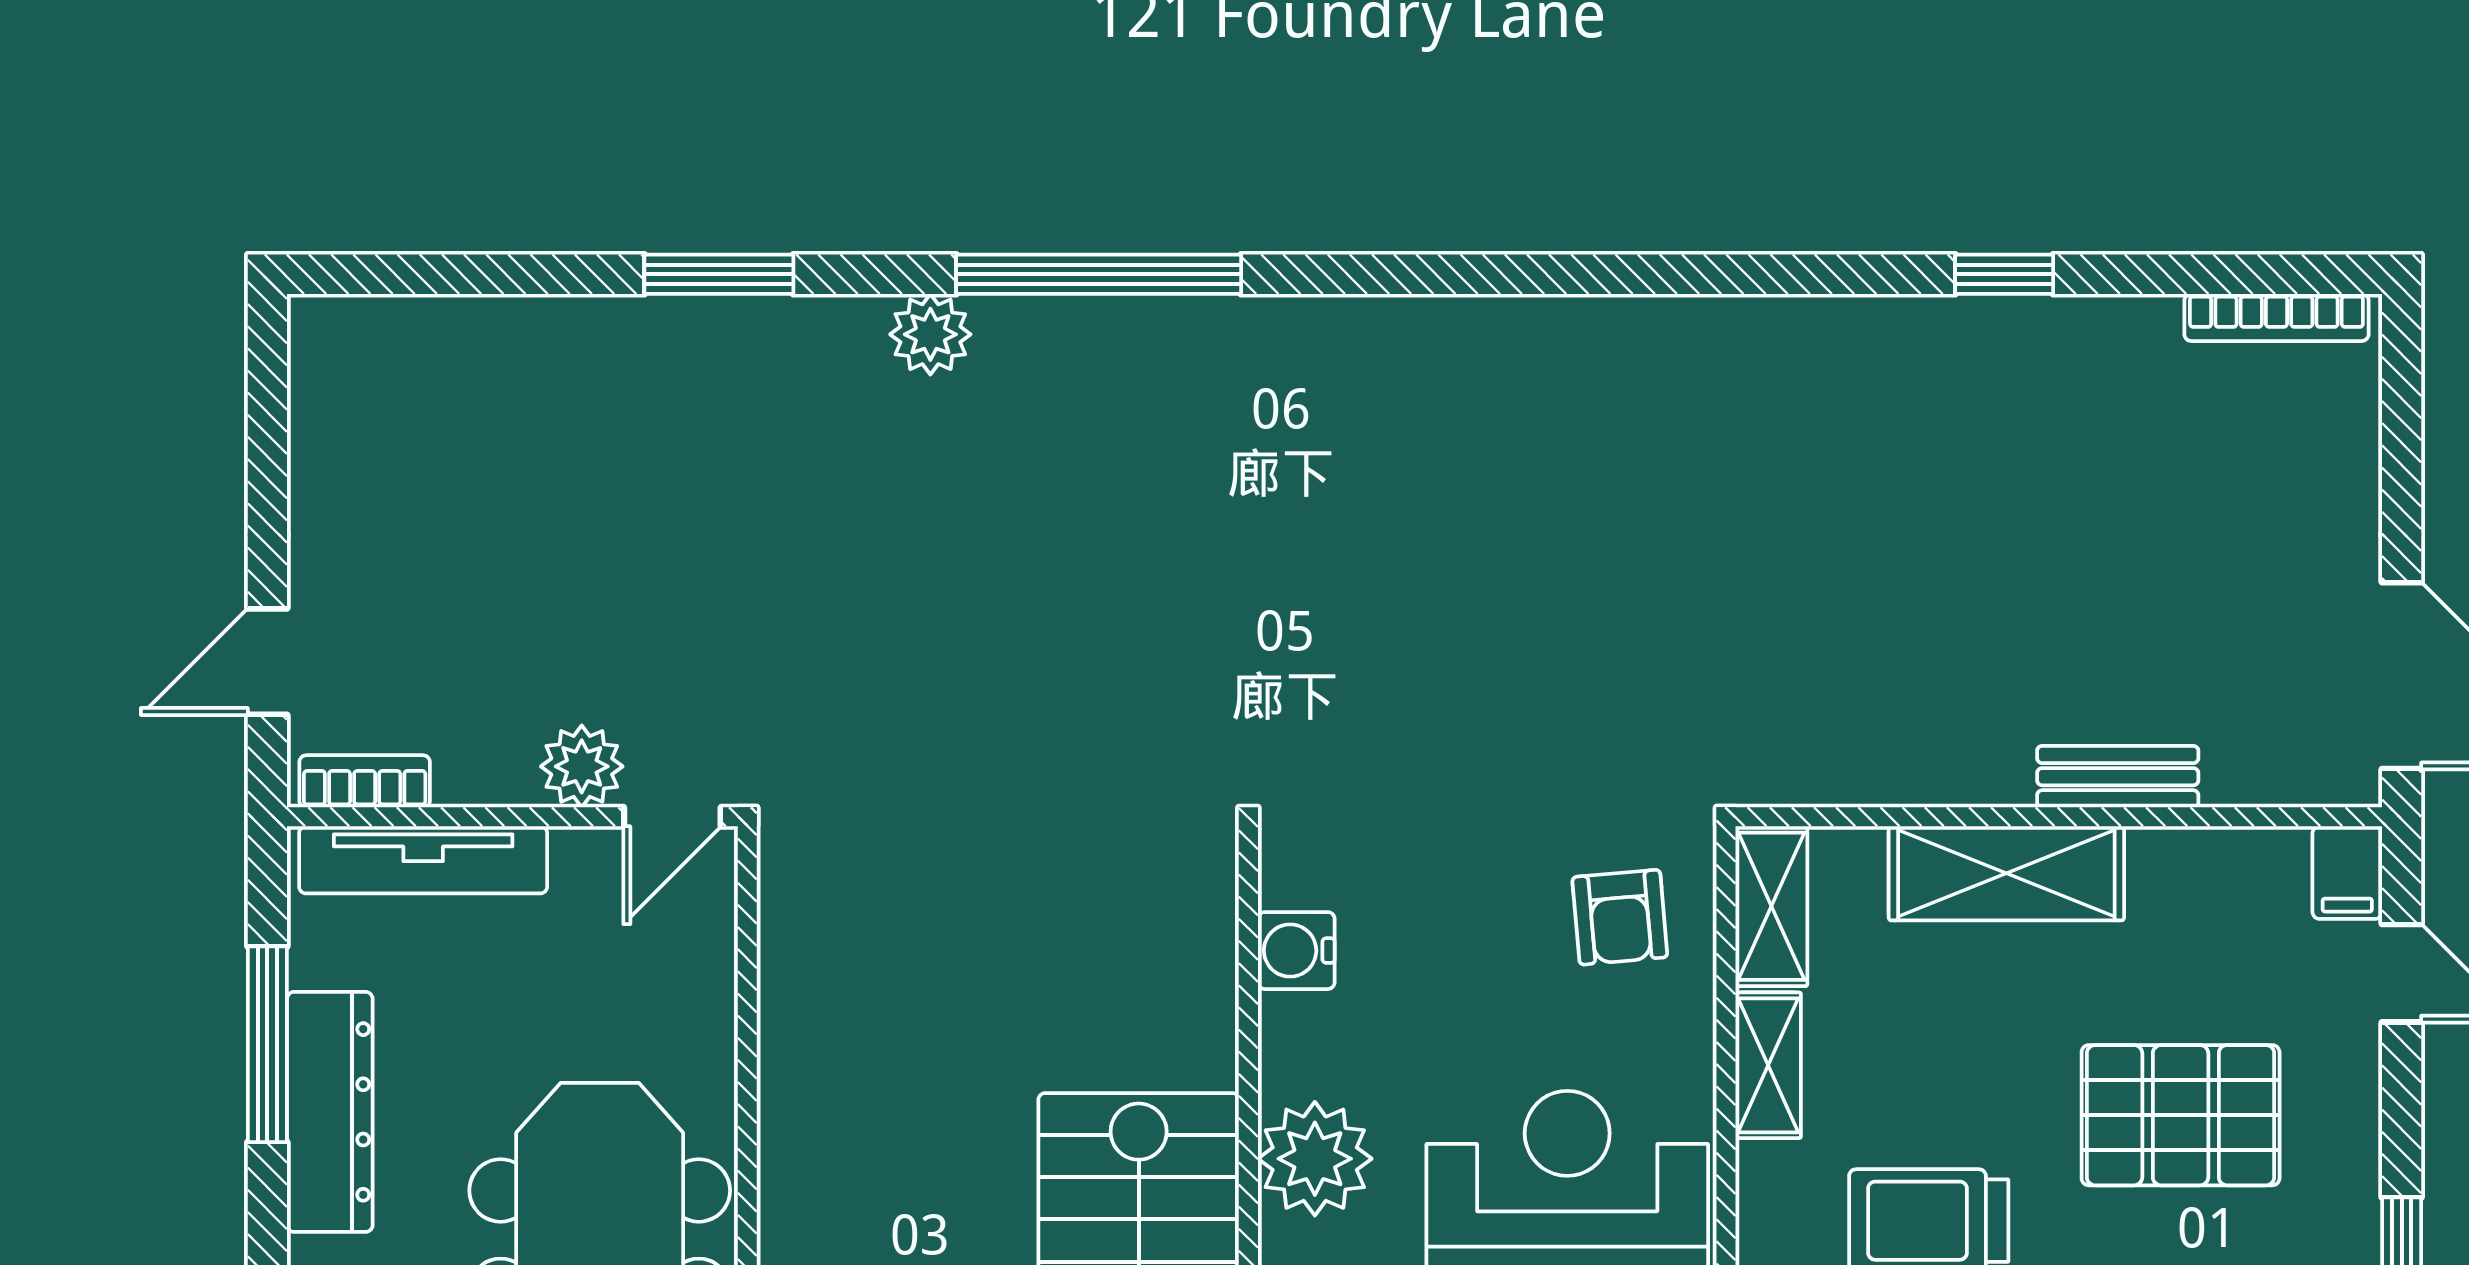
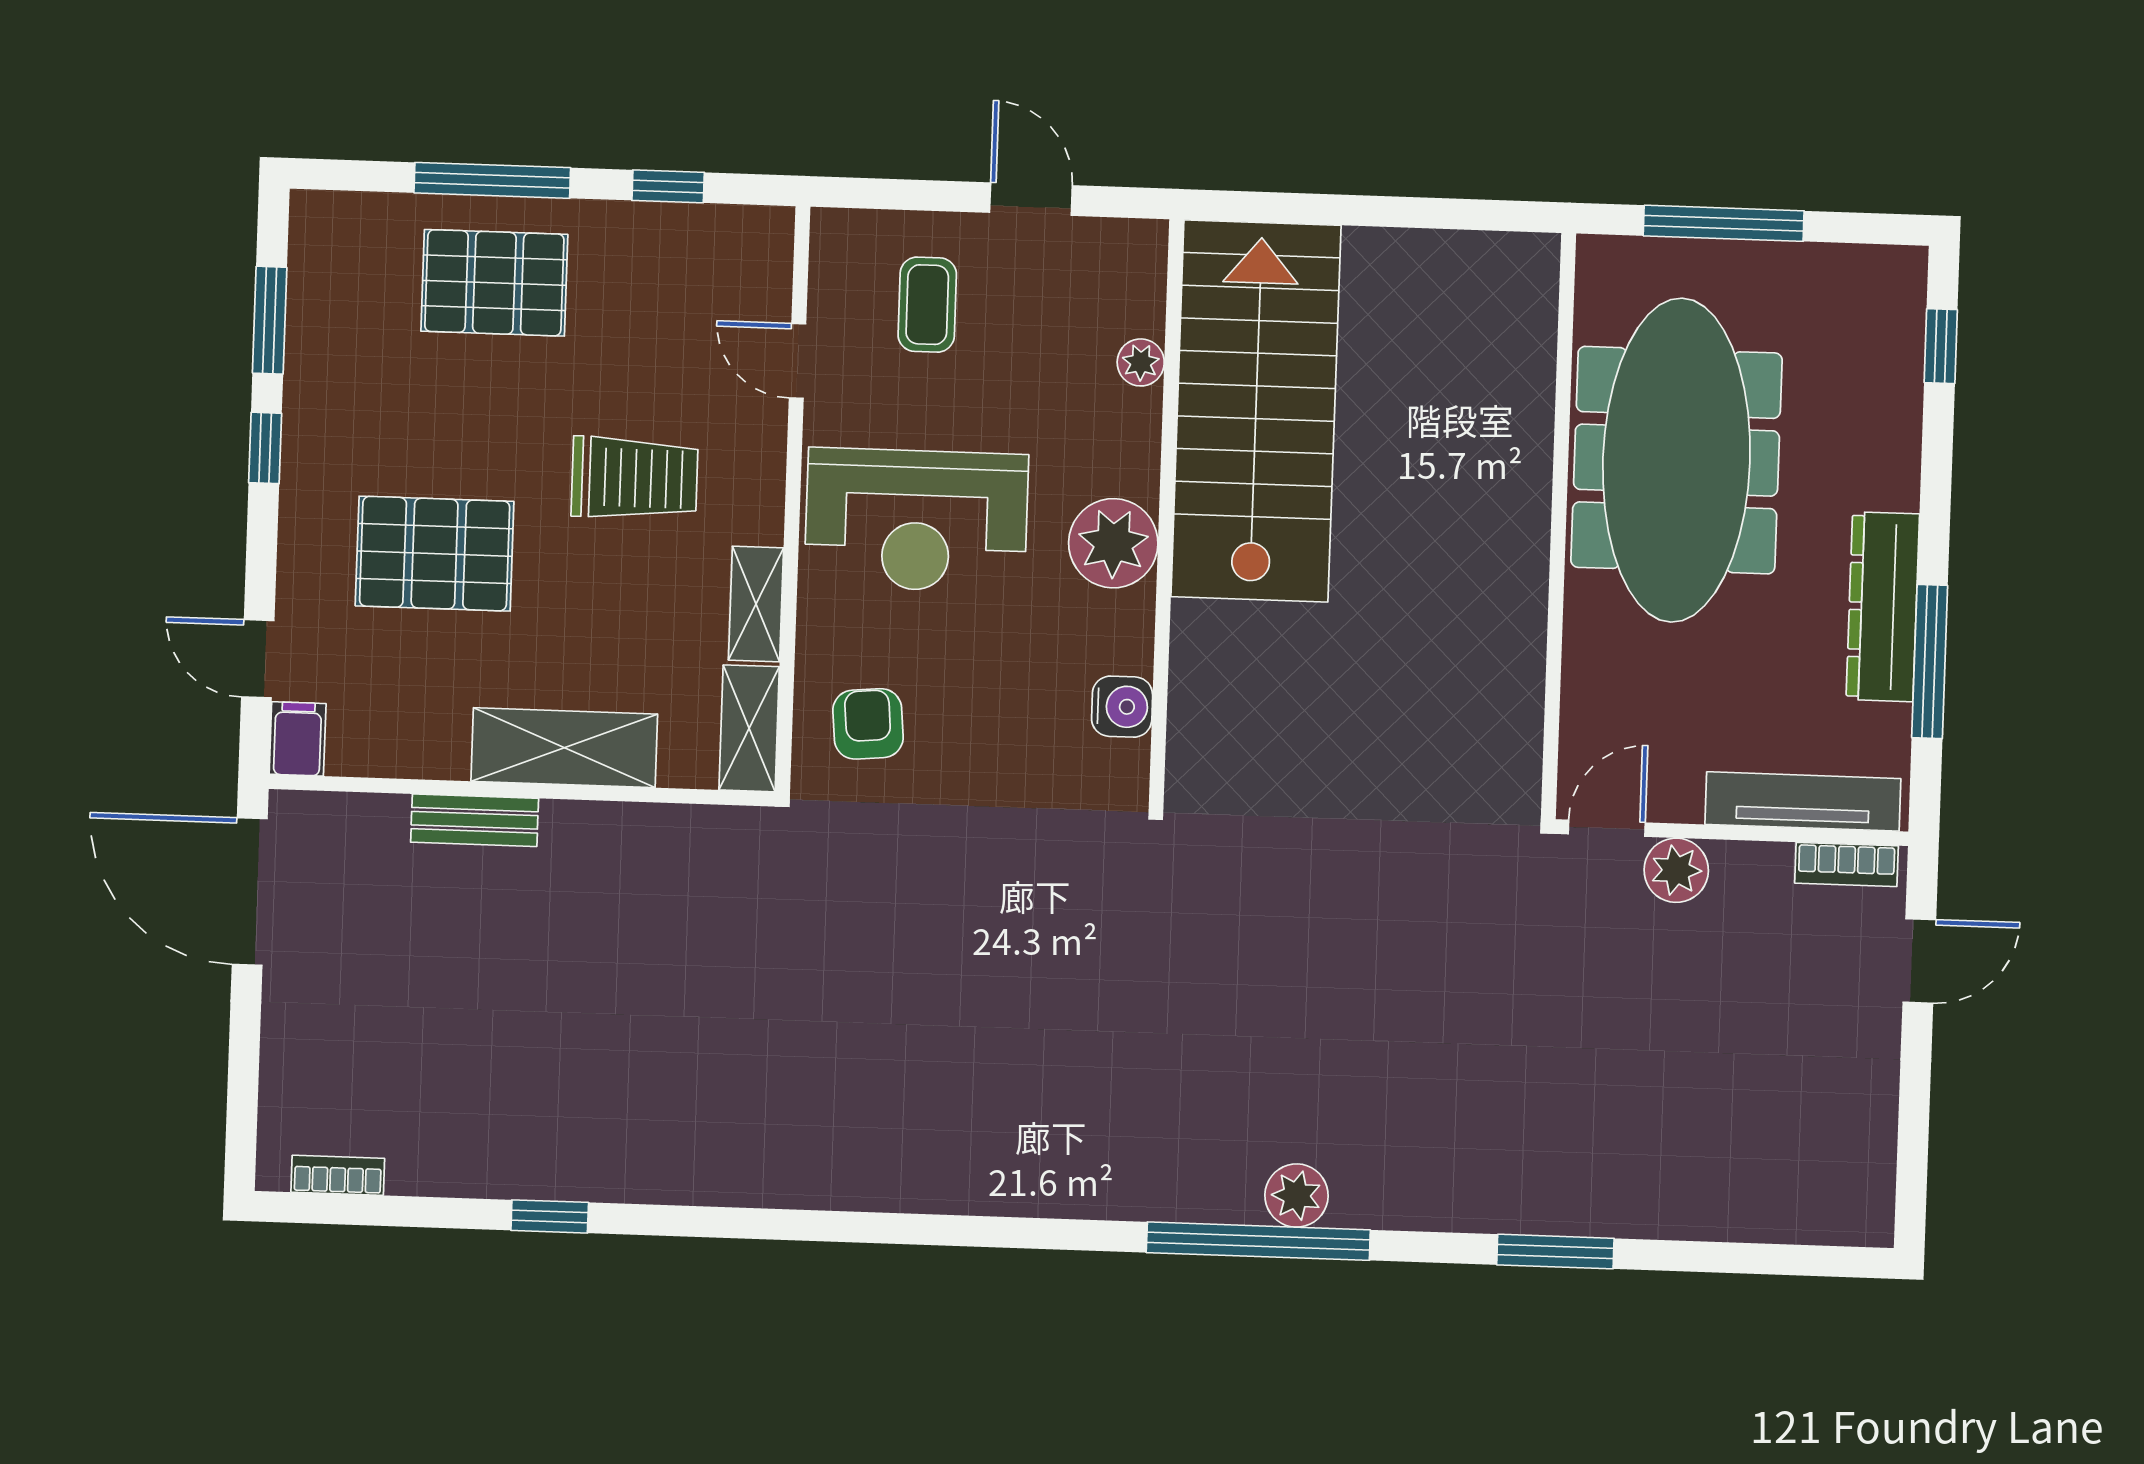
bookcase: (2276, 317) -> (338, 1175), width x0.64
plant: (930, 334) -> (1297, 1196), moved

